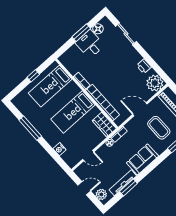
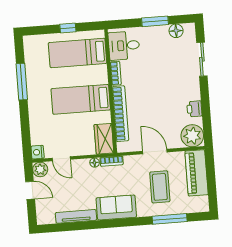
desk: (90, 44) -> (124, 46), moved, turned -90
nightstand: (59, 149) -> (38, 152), moved
window: (128, 187) -> (78, 226), removed
plant: (101, 194) -> (40, 169), moved

